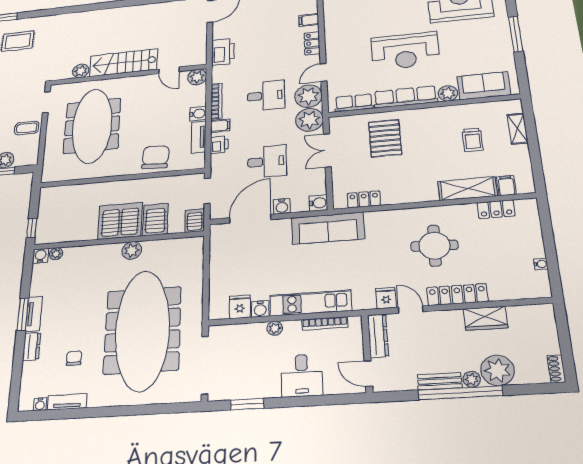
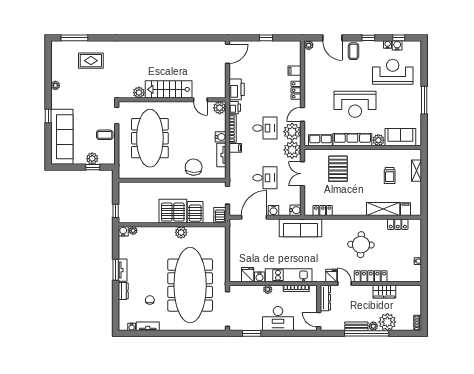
printer: (219, 145) -> (235, 108), moved
desk: (302, 375) -> (278, 319), width x1.37

